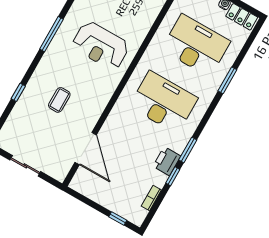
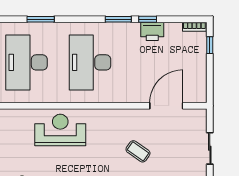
reception desk: (101, 46) -> (60, 130), moved, turned -90
coffee table: (59, 100) -> (138, 151), turned 35
printer: (167, 161) -> (152, 31), moved
bookcase: (151, 198) -> (194, 27), moved

